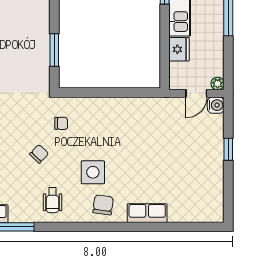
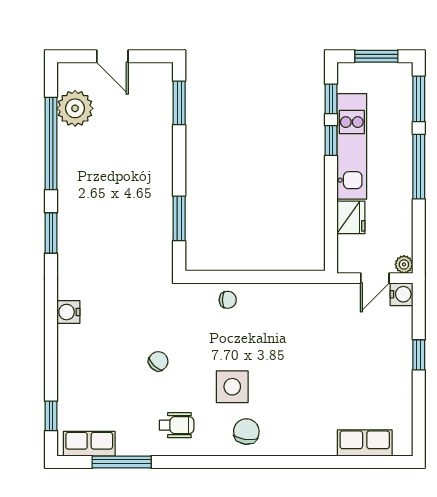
chair: (61, 123) -> (228, 300), moved
wheelchair: (53, 200) -> (177, 425), turned -90
row of seats: (147, 213) -> (365, 443), moved

